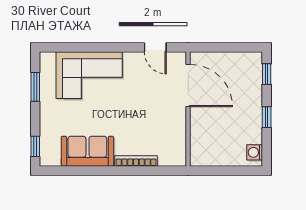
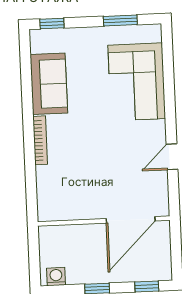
door: (188, 86) -> (131, 220), moved
wall: (188, 109) -> (104, 221), moved

